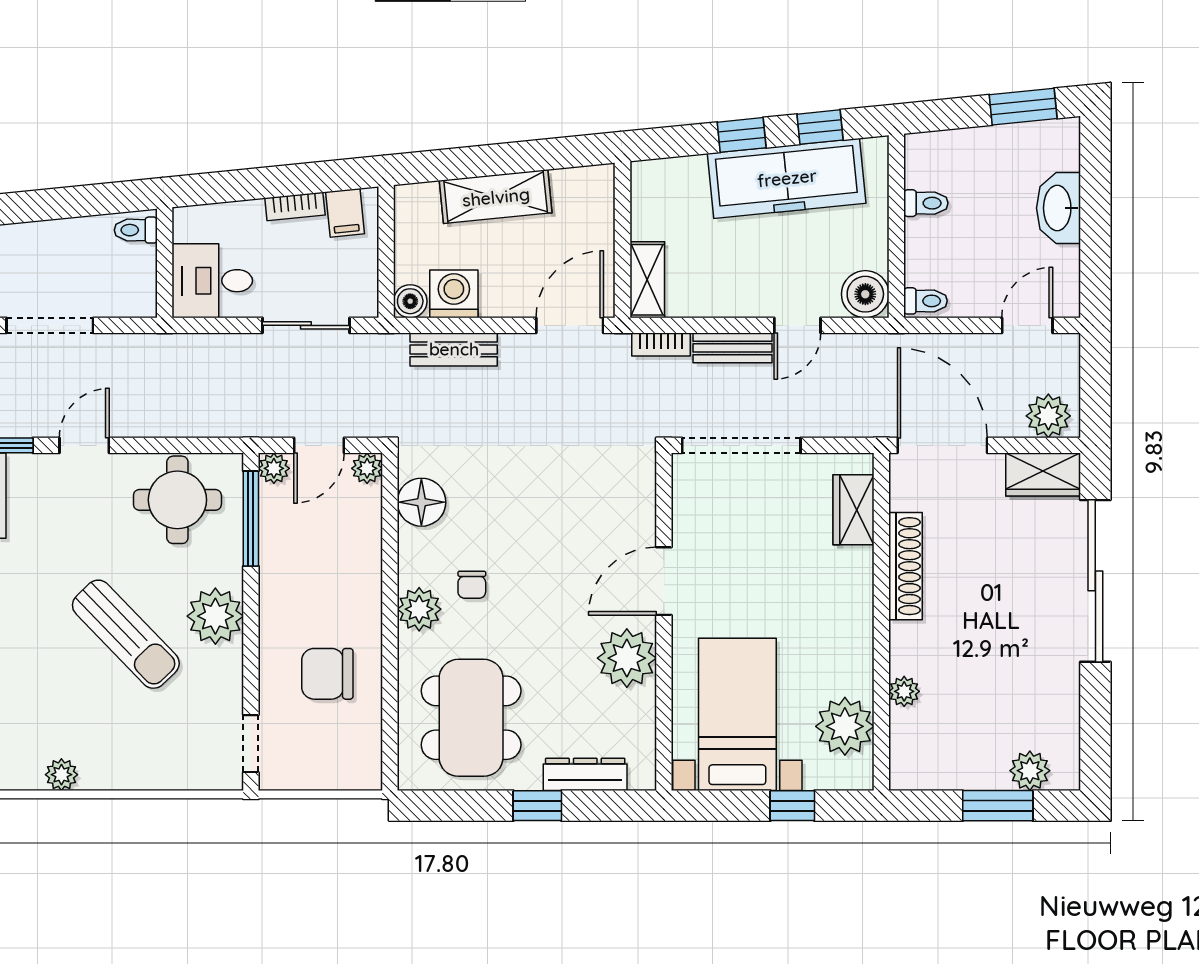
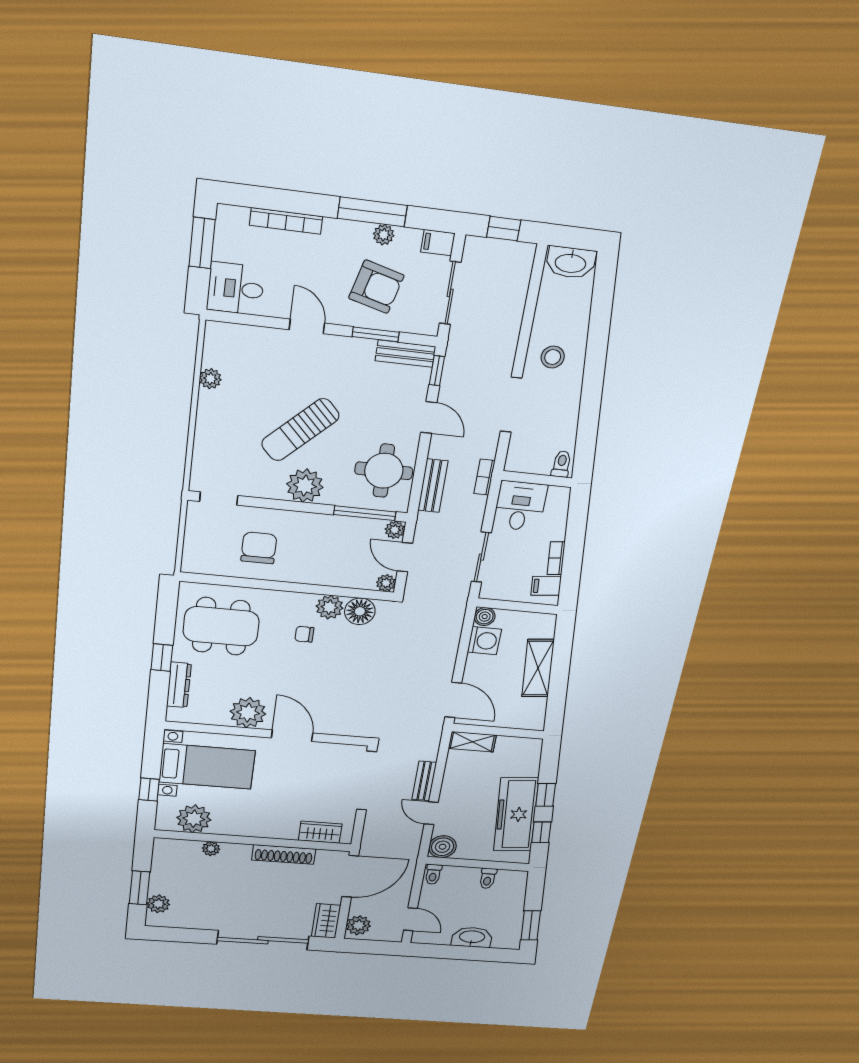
bookcase: (661, 344) -> (484, 477), moved
bench: (454, 349) -> (433, 486), moved
plant: (419, 609) -> (330, 607), moved

